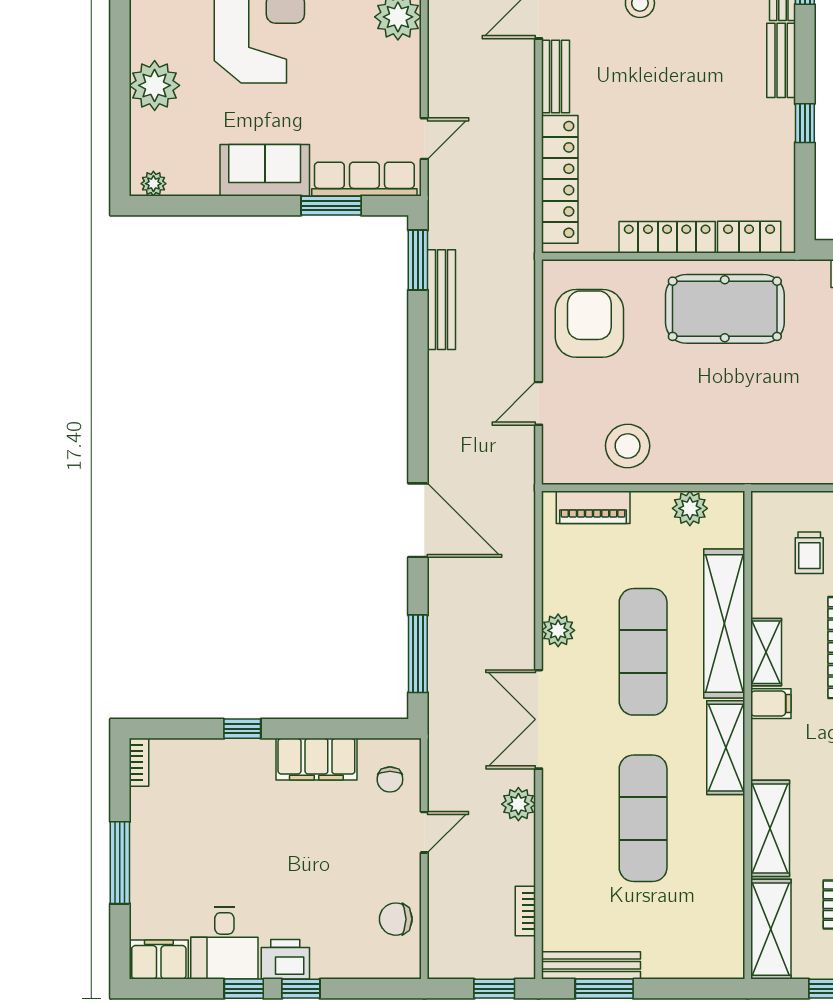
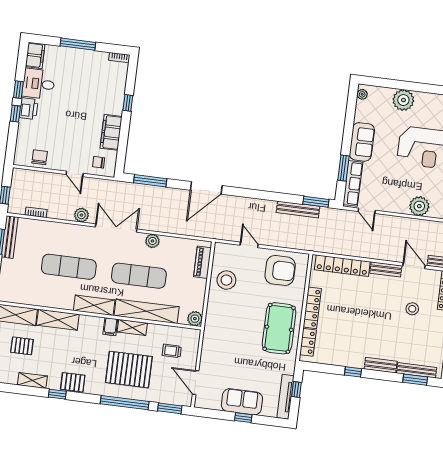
plant: (690, 508) -> (195, 319), moved

